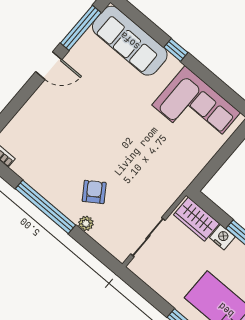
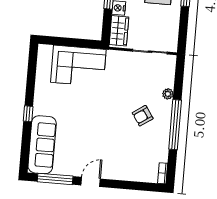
door: (49, 66) -> (91, 182), hinge flipped
corner sofa: (196, 109) -> (78, 66), moved, turned 90
armchair: (94, 192) -> (143, 116), moved

